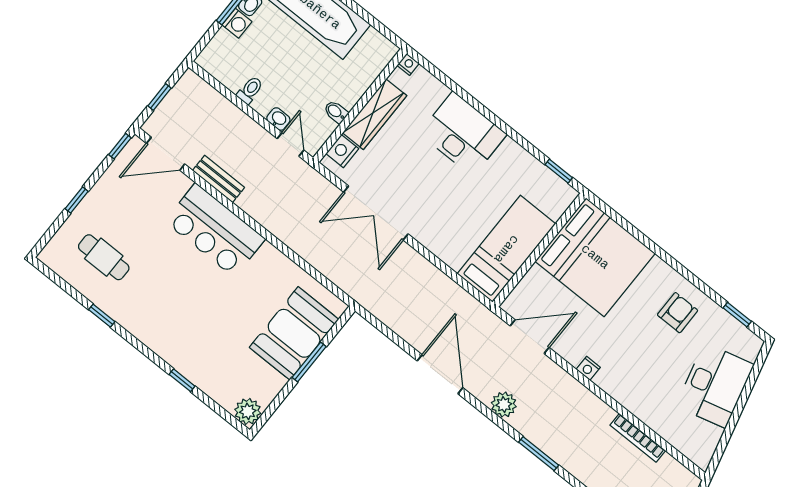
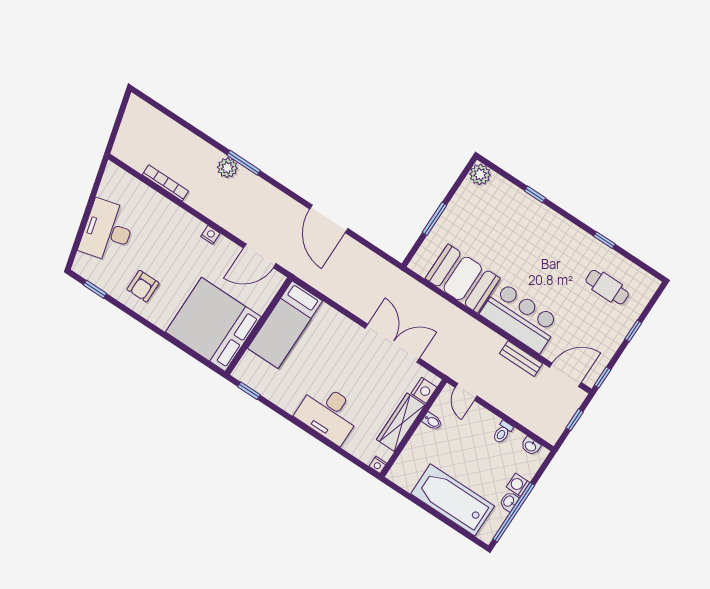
washbasin: (278, 119) -> (531, 446), moved
booth: (294, 333) -> (463, 278), moved, turned 90
plant: (504, 405) -> (227, 168), moved

